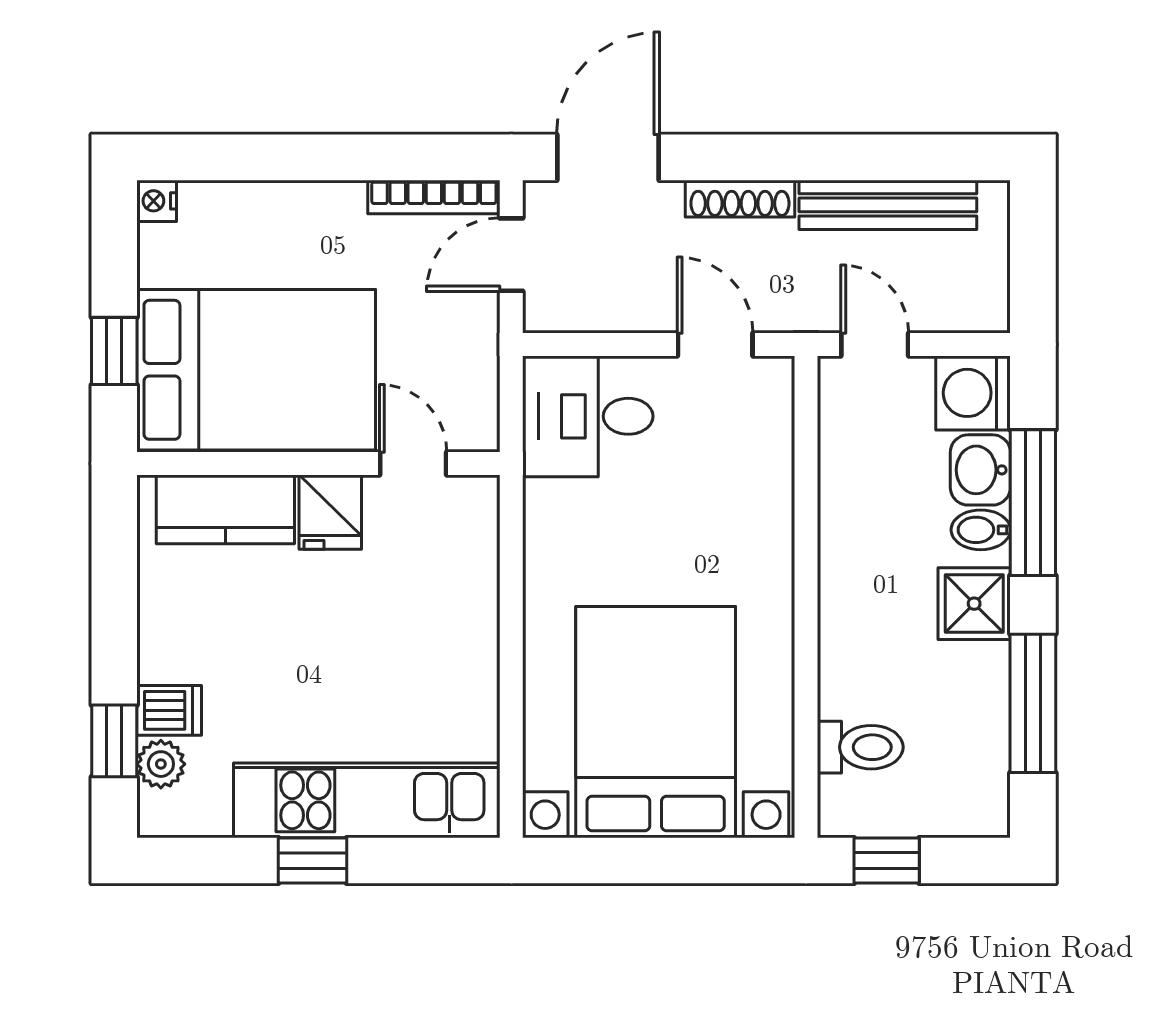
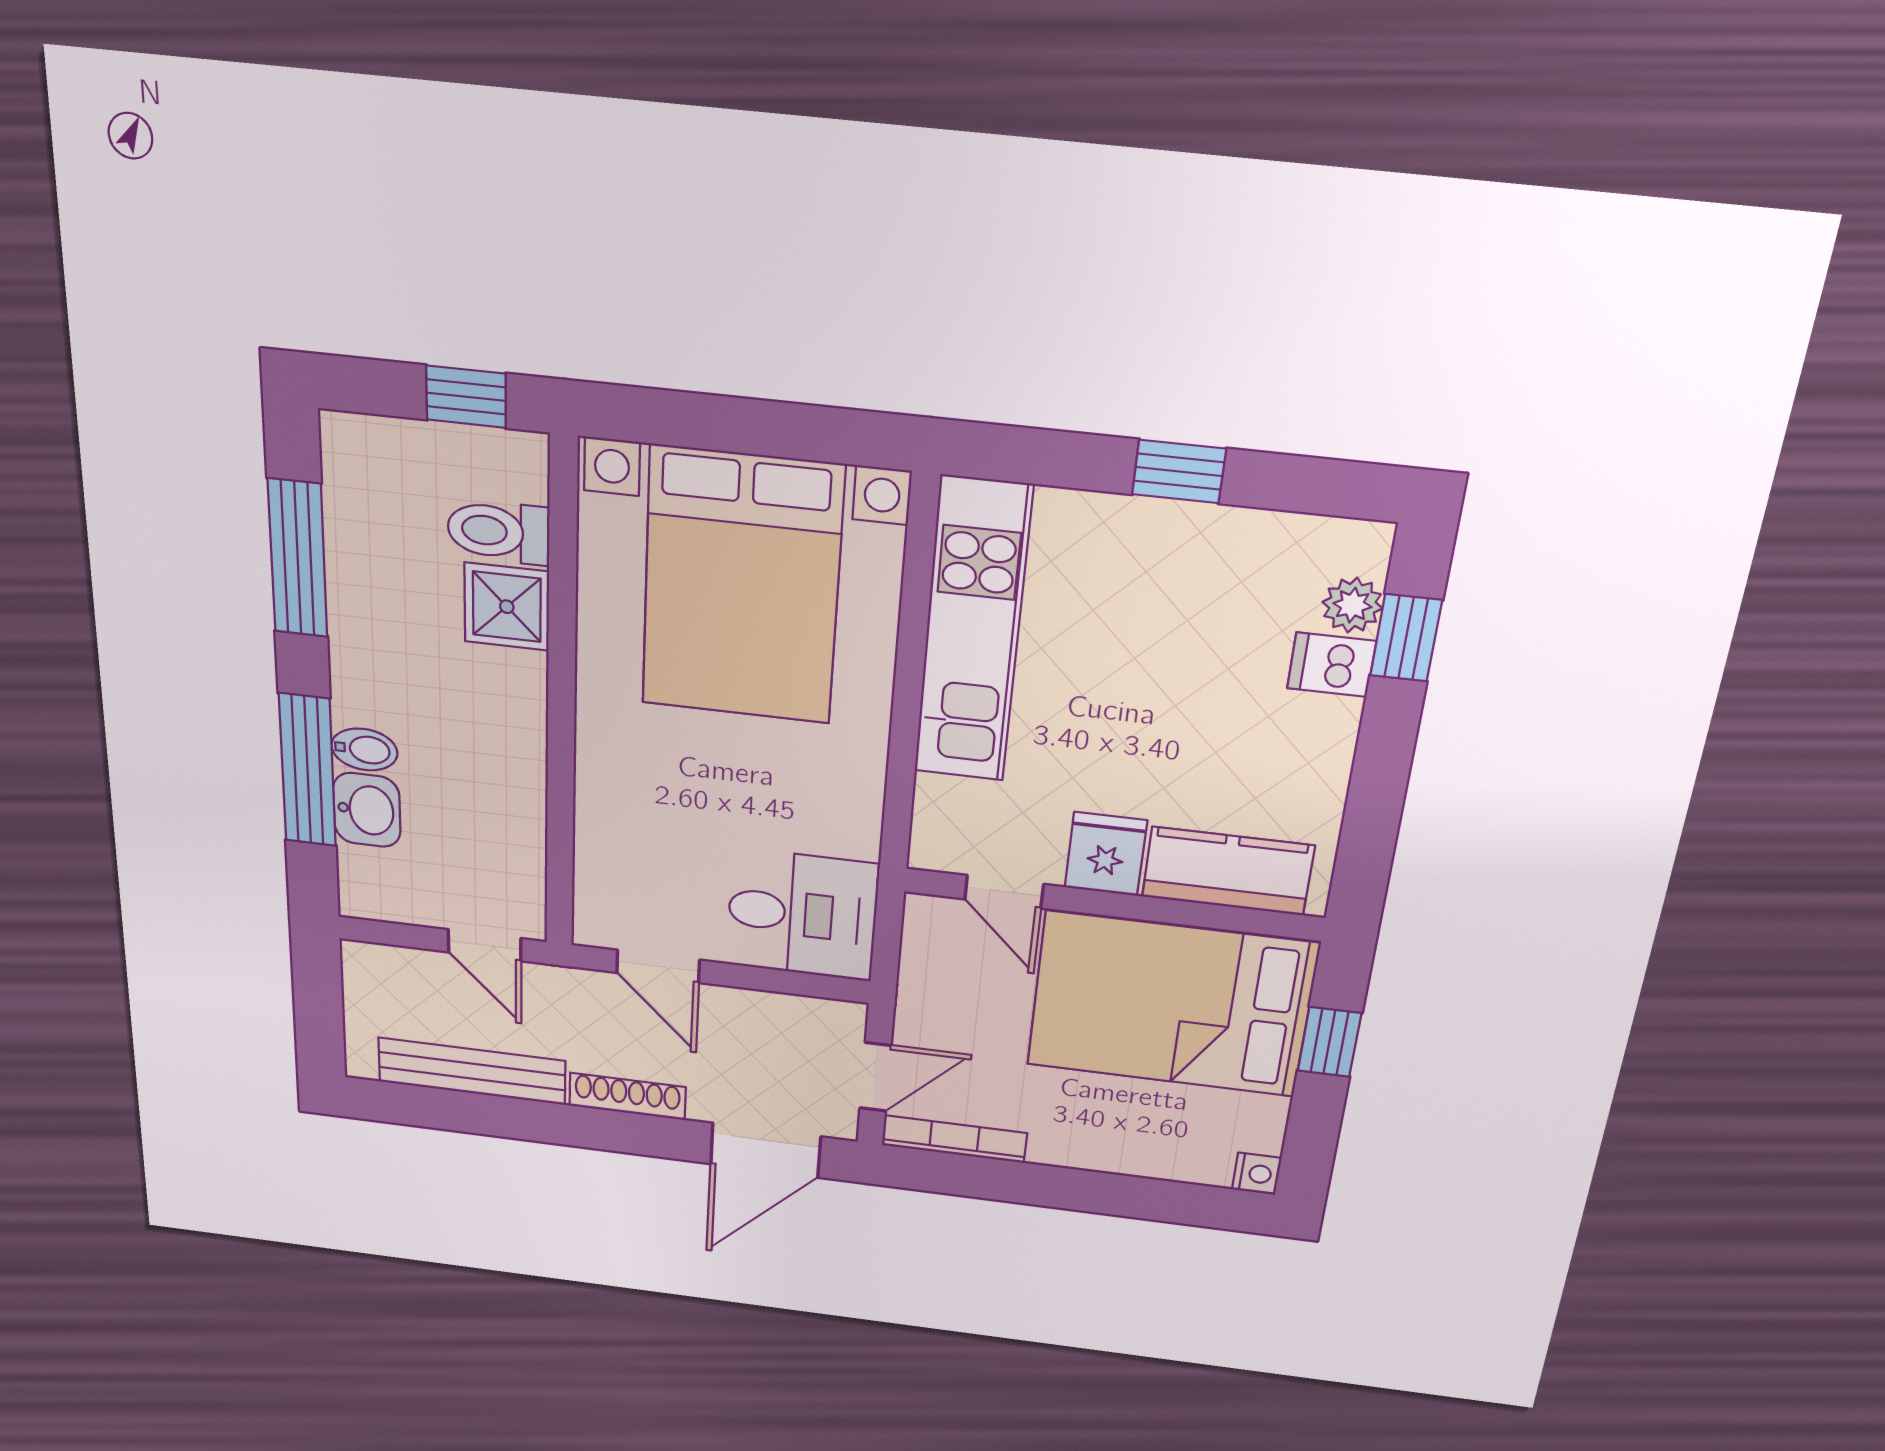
washing machine: (973, 393) -> (377, 886), removed
shower: (974, 604) -> (507, 607), moved
kitchen unit: (367, 800) -> (972, 632), moved, turned -90

